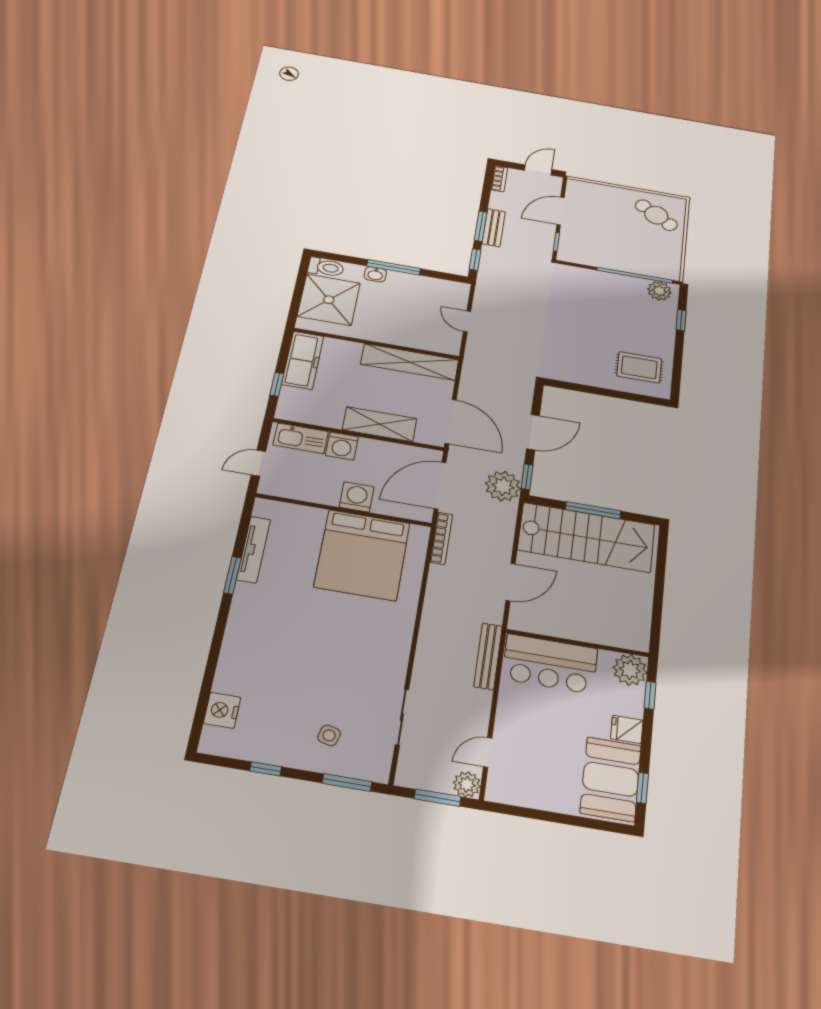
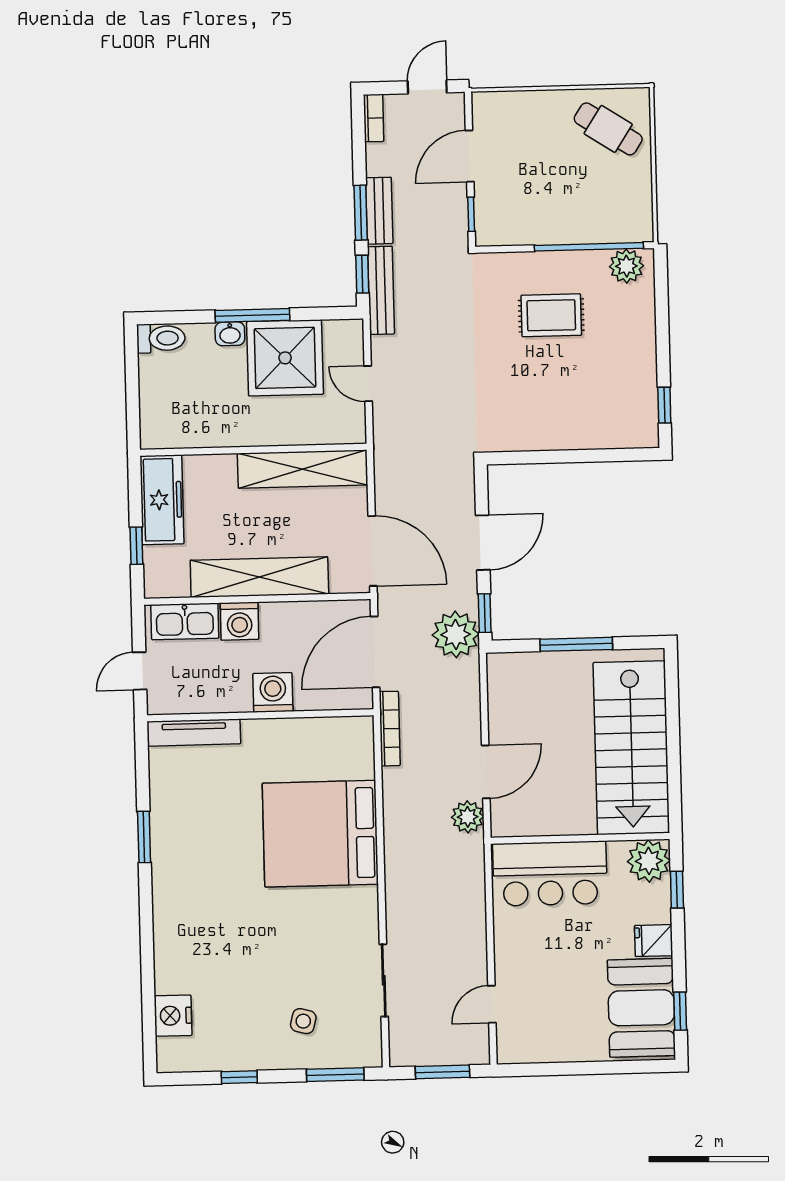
shower: (329, 300) -> (285, 358), moved
window: (681, 320) -> (664, 405), moved
rug: (639, 367) -> (551, 315), moved
shelving: (380, 424) -> (259, 577), width x1.47
stairs: (586, 537) -> (631, 748), moved, turned 90
tv unit: (254, 550) -> (194, 733), moved, turned 90
bed: (362, 555) -> (320, 834), moved, turned 90
bench: (488, 656) -> (381, 290), moved
plant: (467, 784) -> (468, 817), moved

